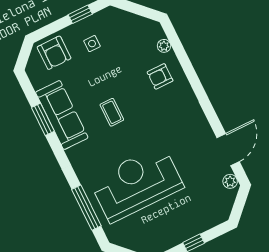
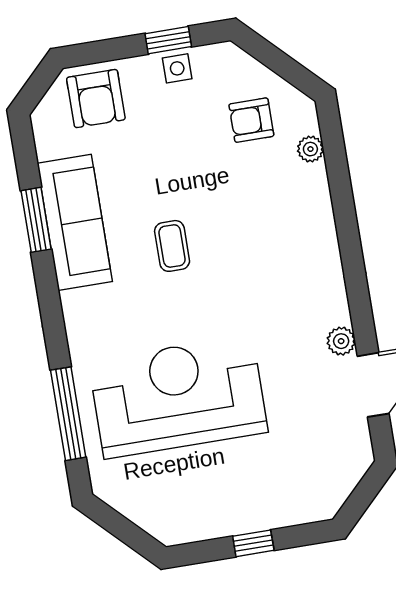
side table: (92, 44) -> (177, 68), moved
armchair: (160, 76) -> (251, 120), moved
plant: (230, 181) -> (341, 341), moved

